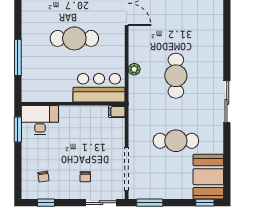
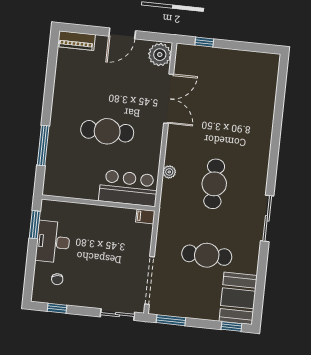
desk: (40, 120) -> (53, 242), moved, turned -90
chair: (85, 177) -> (103, 284), removed

